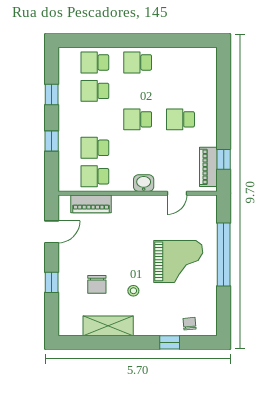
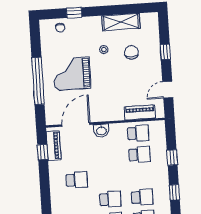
school desk: (138, 119) -> (110, 199), moved
door: (177, 193) -> (76, 125), width x1.87

